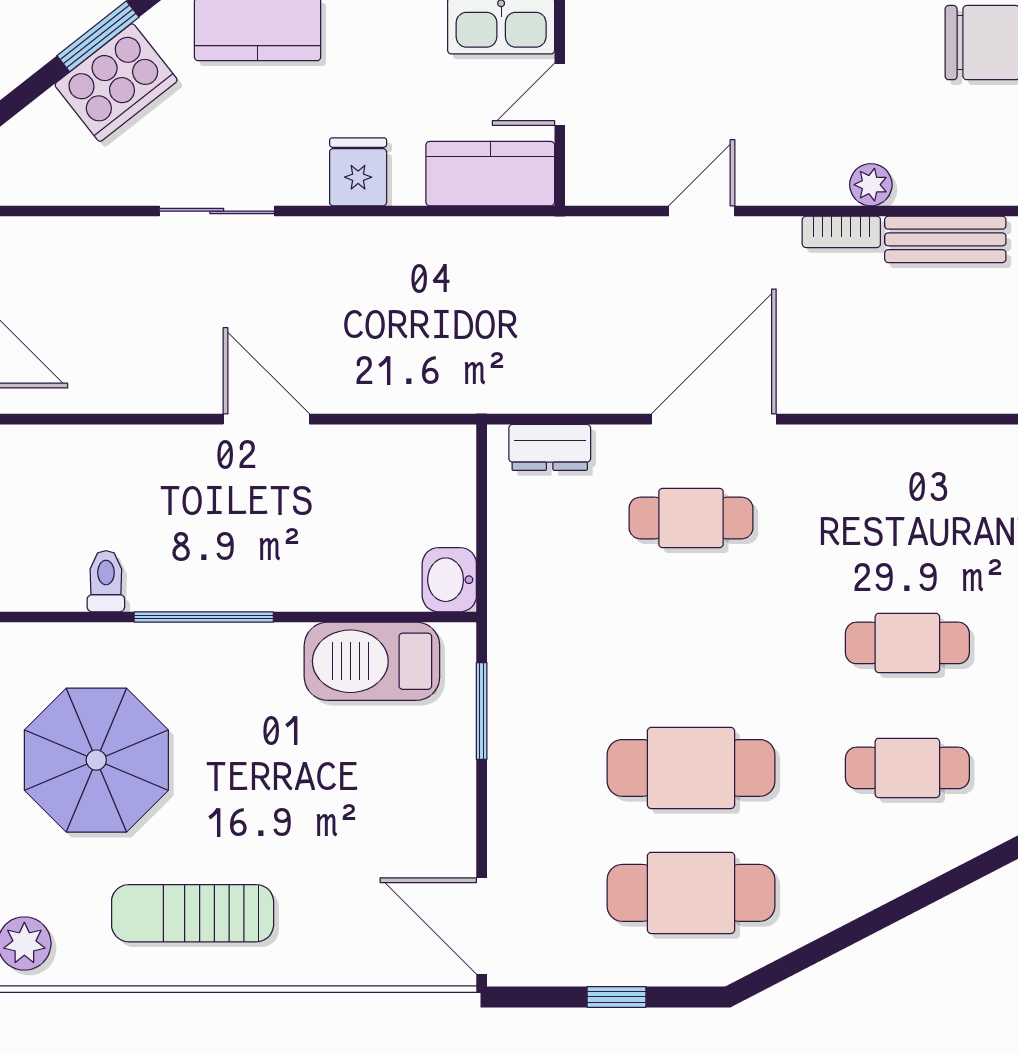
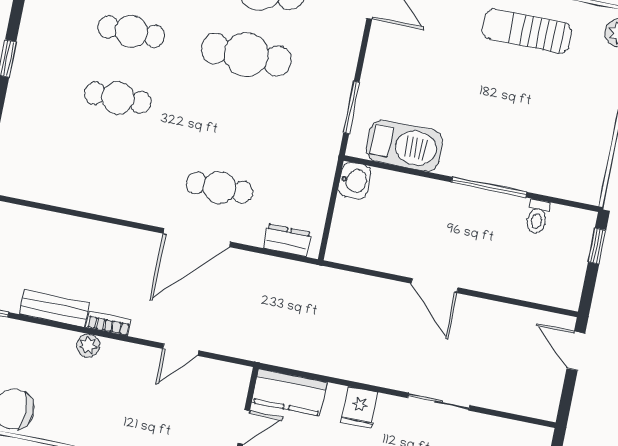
parasol: (96, 760) -> (562, 123), removed
sun lounger: (193, 913) -> (527, 31), turned 180

